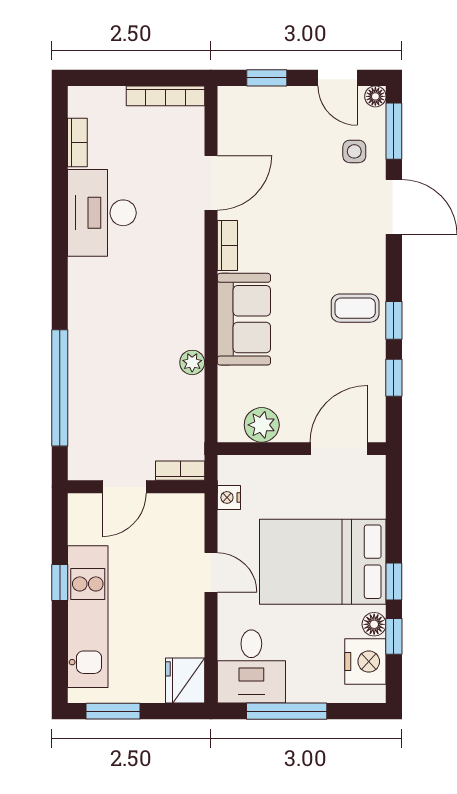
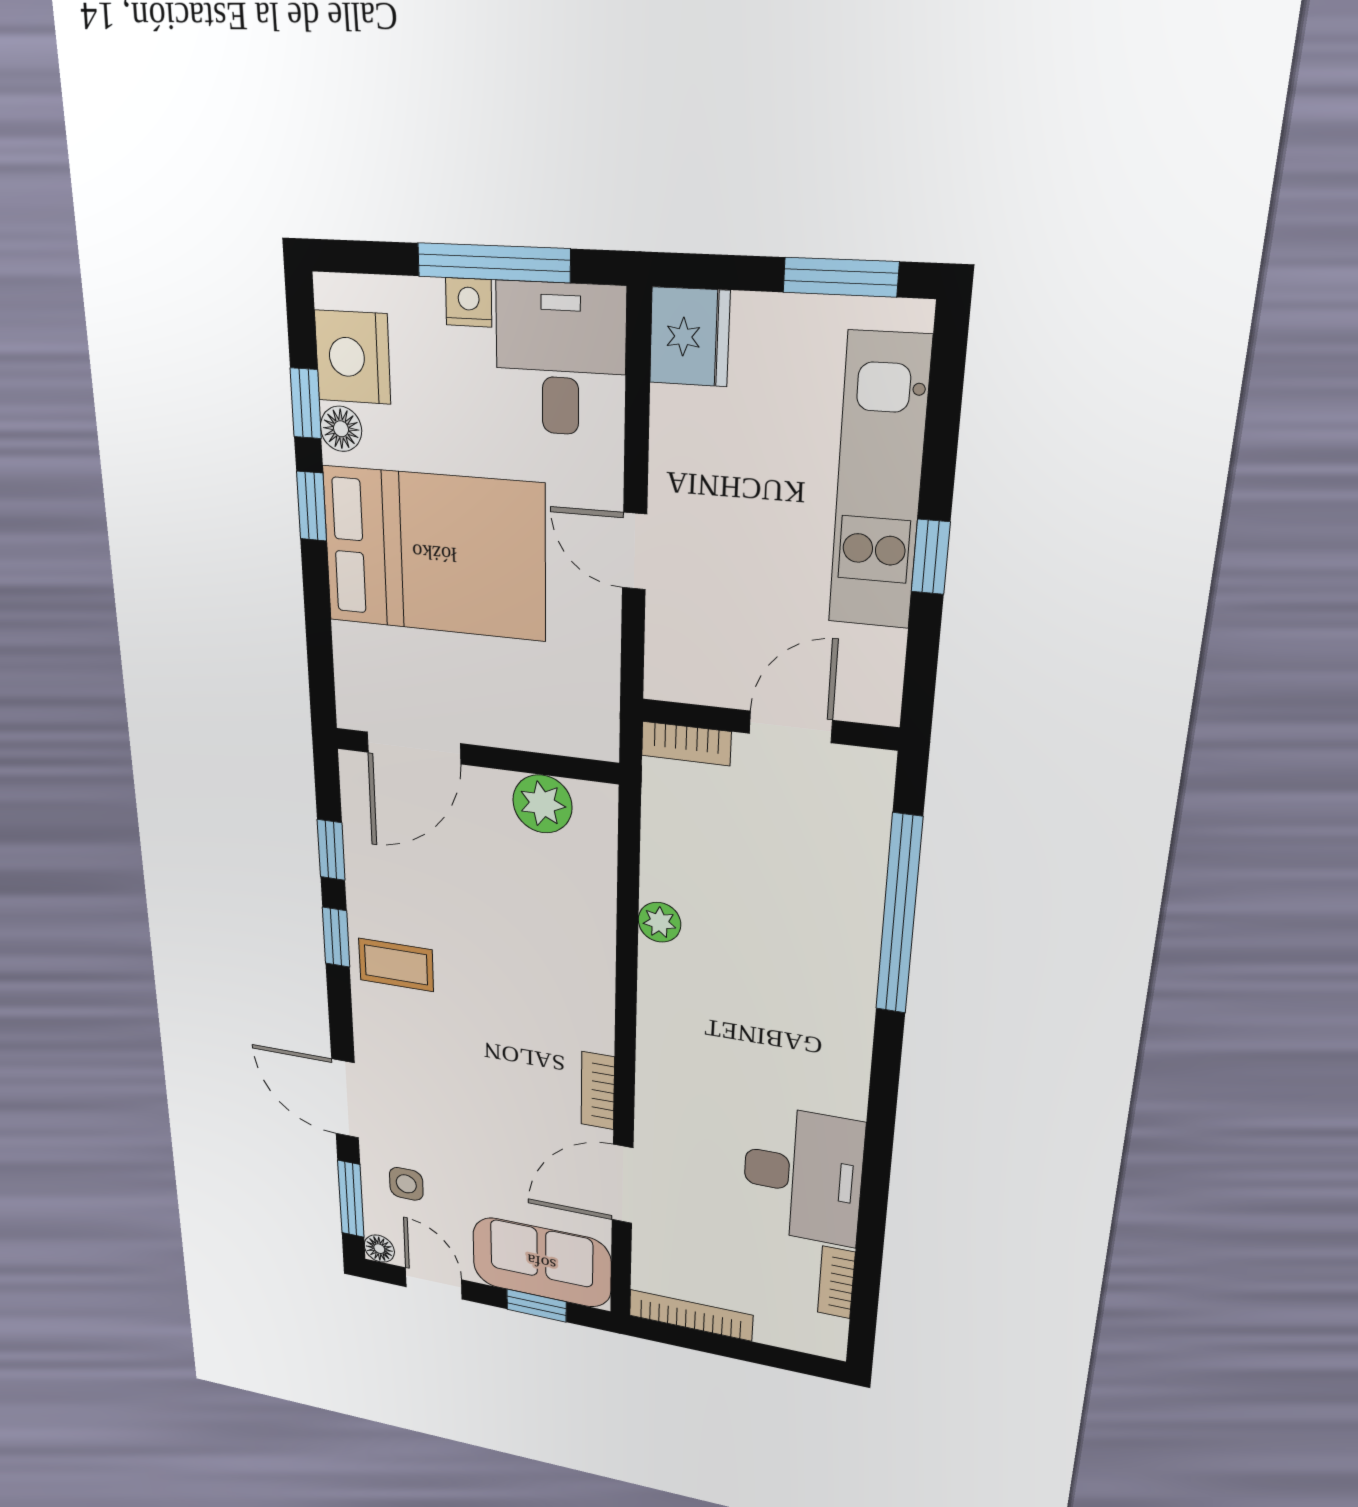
sofa: (244, 319) -> (542, 1262), moved, turned 90
nightstand: (229, 497) -> (469, 302), moved, turned -90

